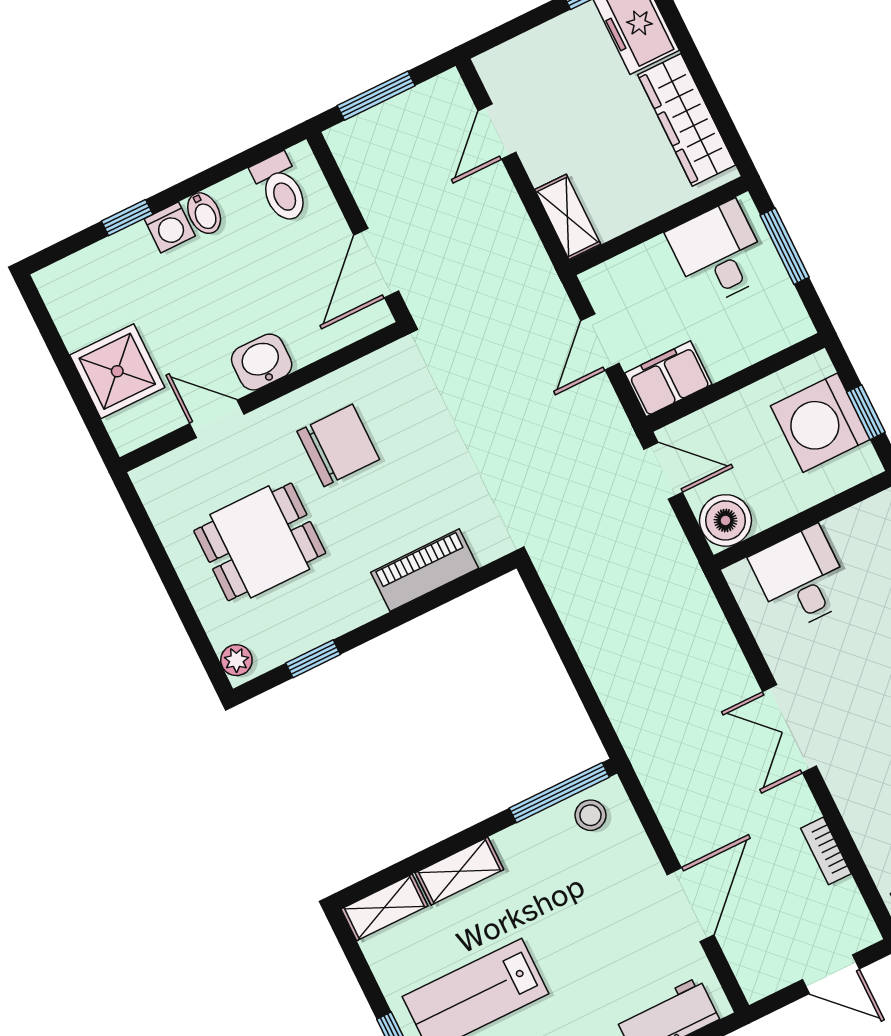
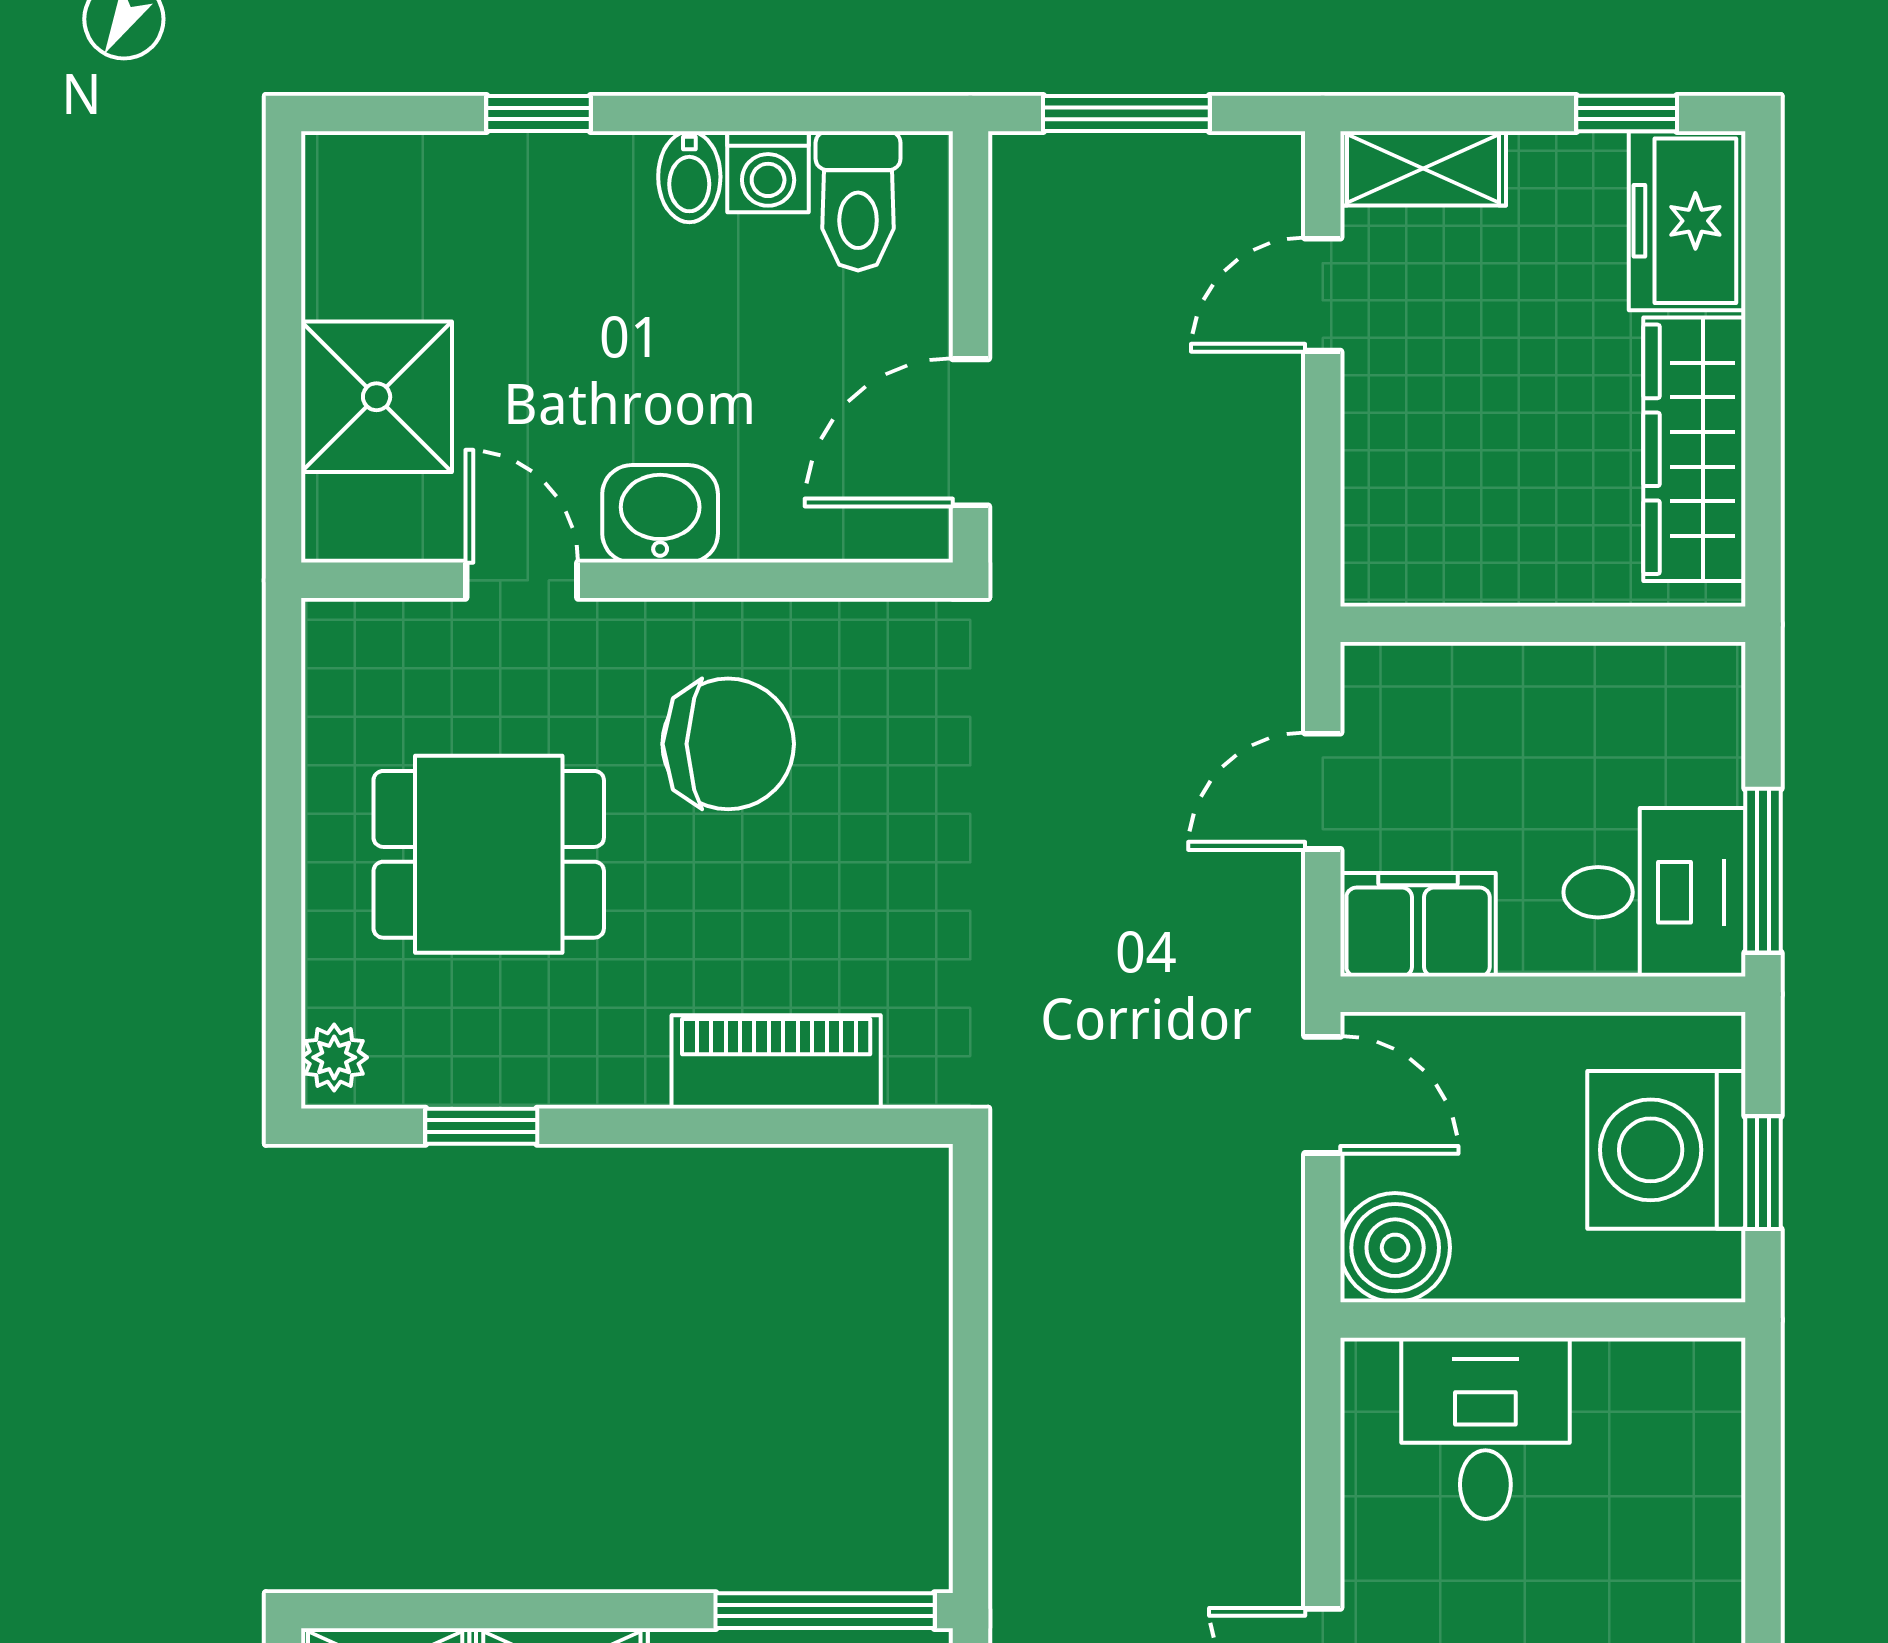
shelving: (568, 217) -> (1423, 168), moved, turned 90
washing machine: (170, 227) -> (768, 172), moved
window: (785, 246) -> (1763, 871), moved
desk: (719, 253) -> (1654, 892), moved, turned 90

